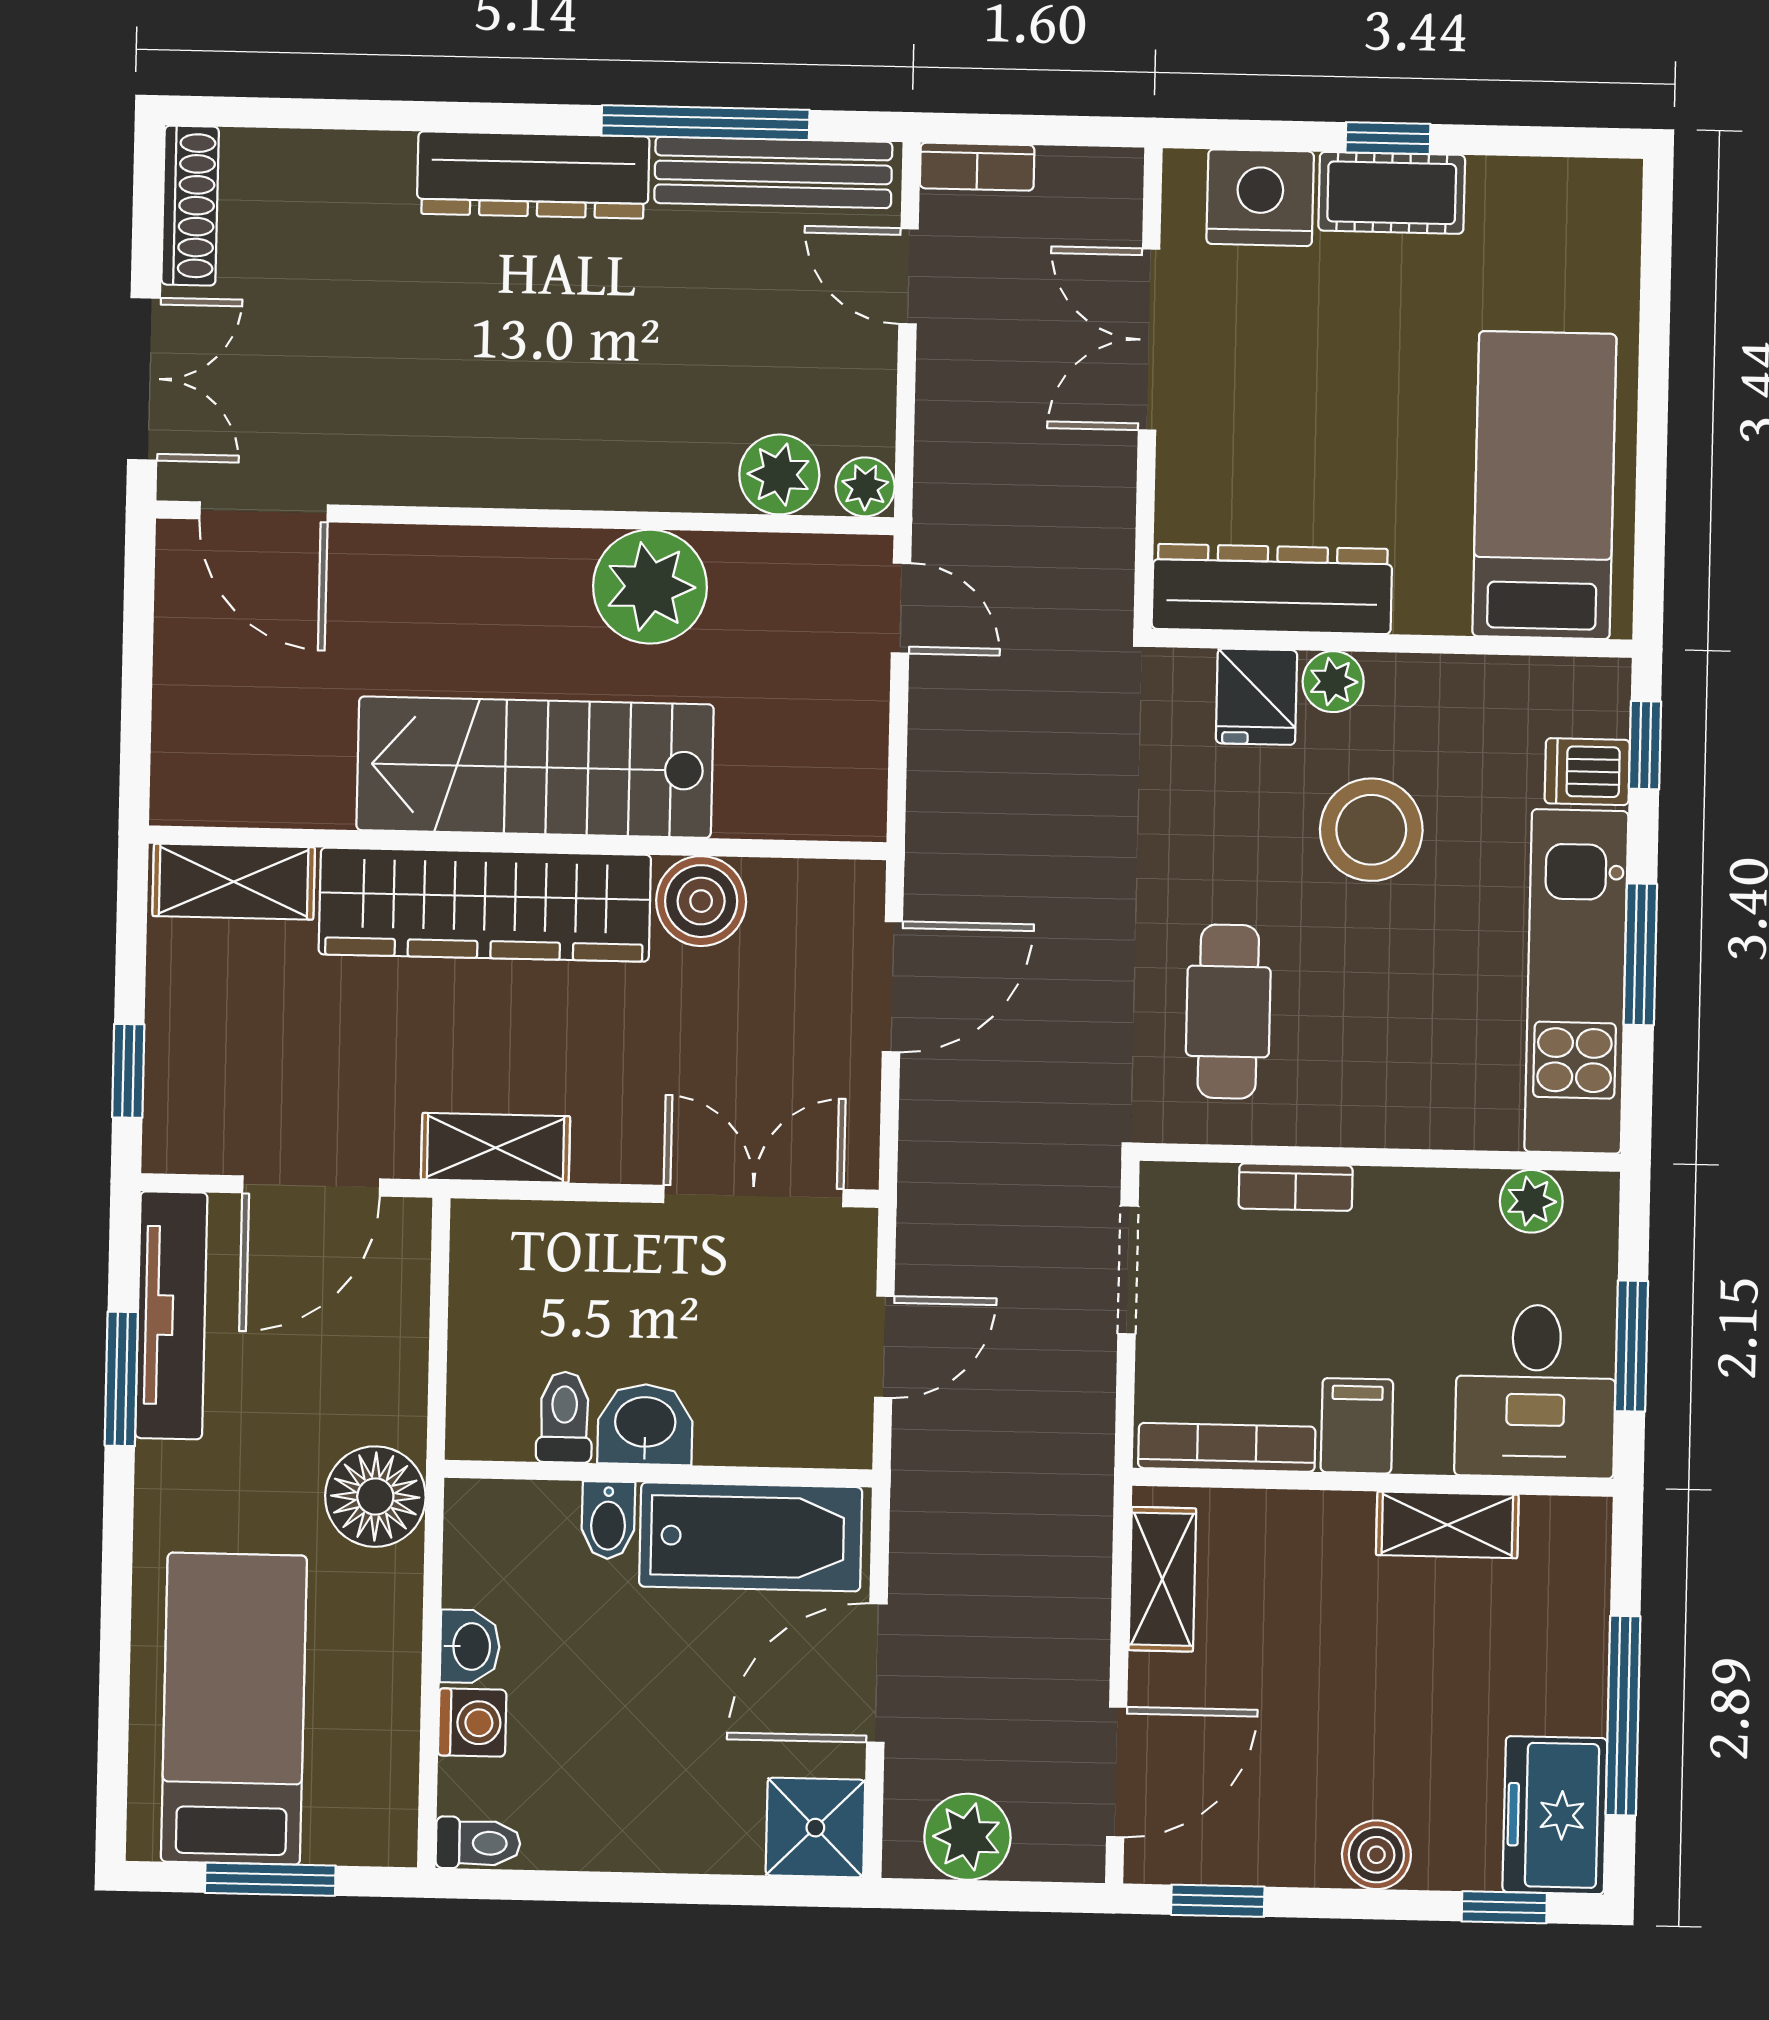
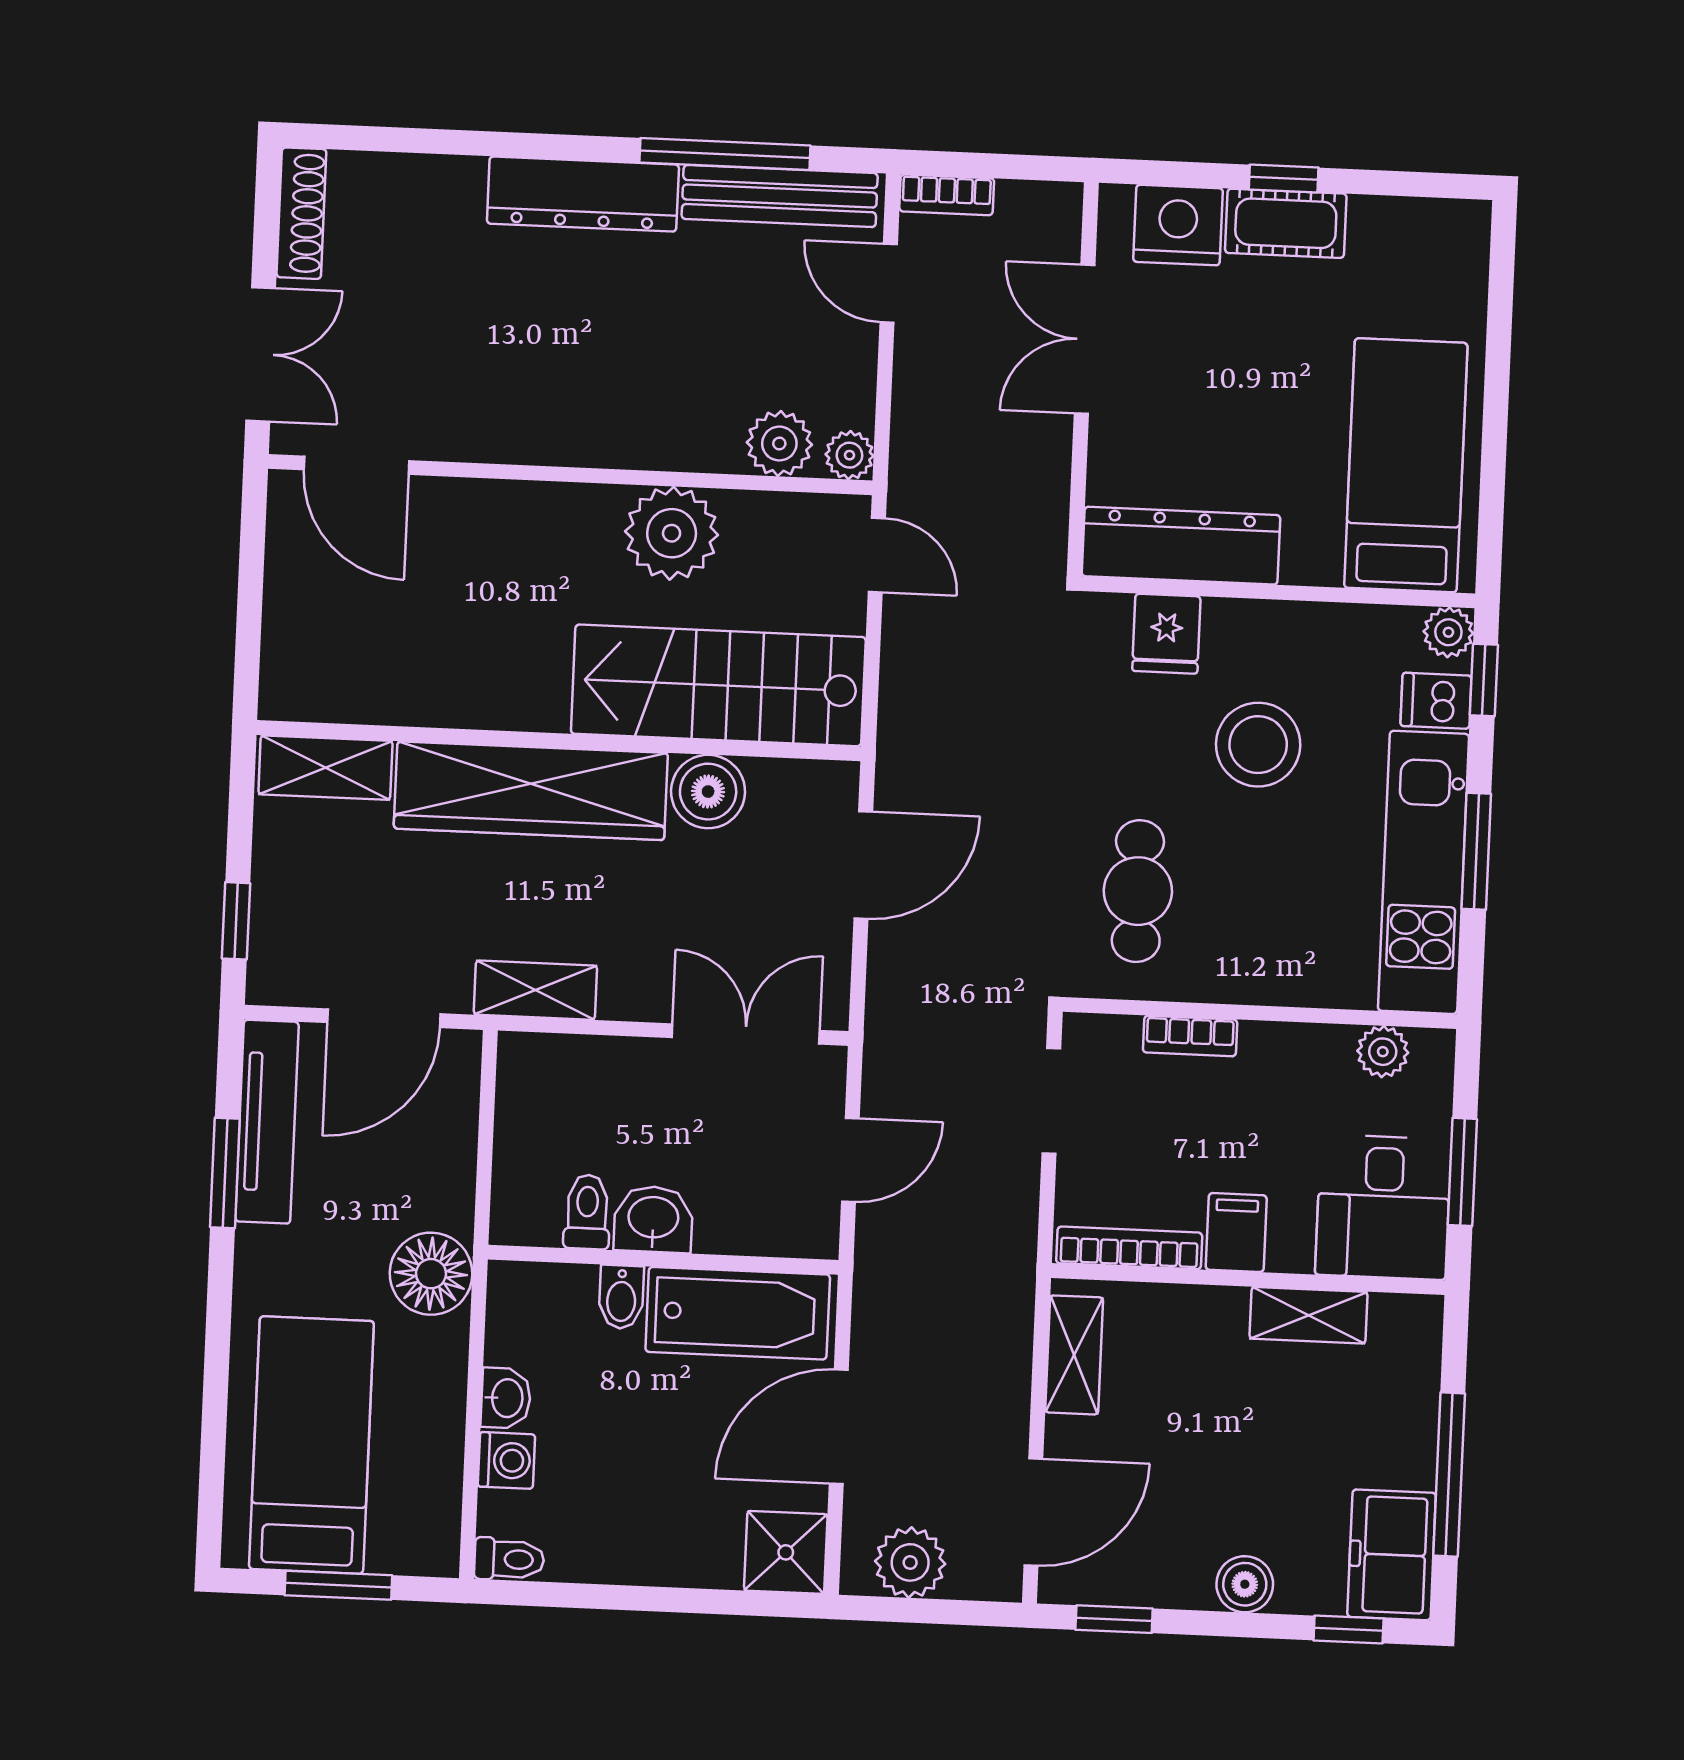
plant: (1333, 682) -> (1448, 632), moved
stairs: (535, 767) -> (718, 685), moved

